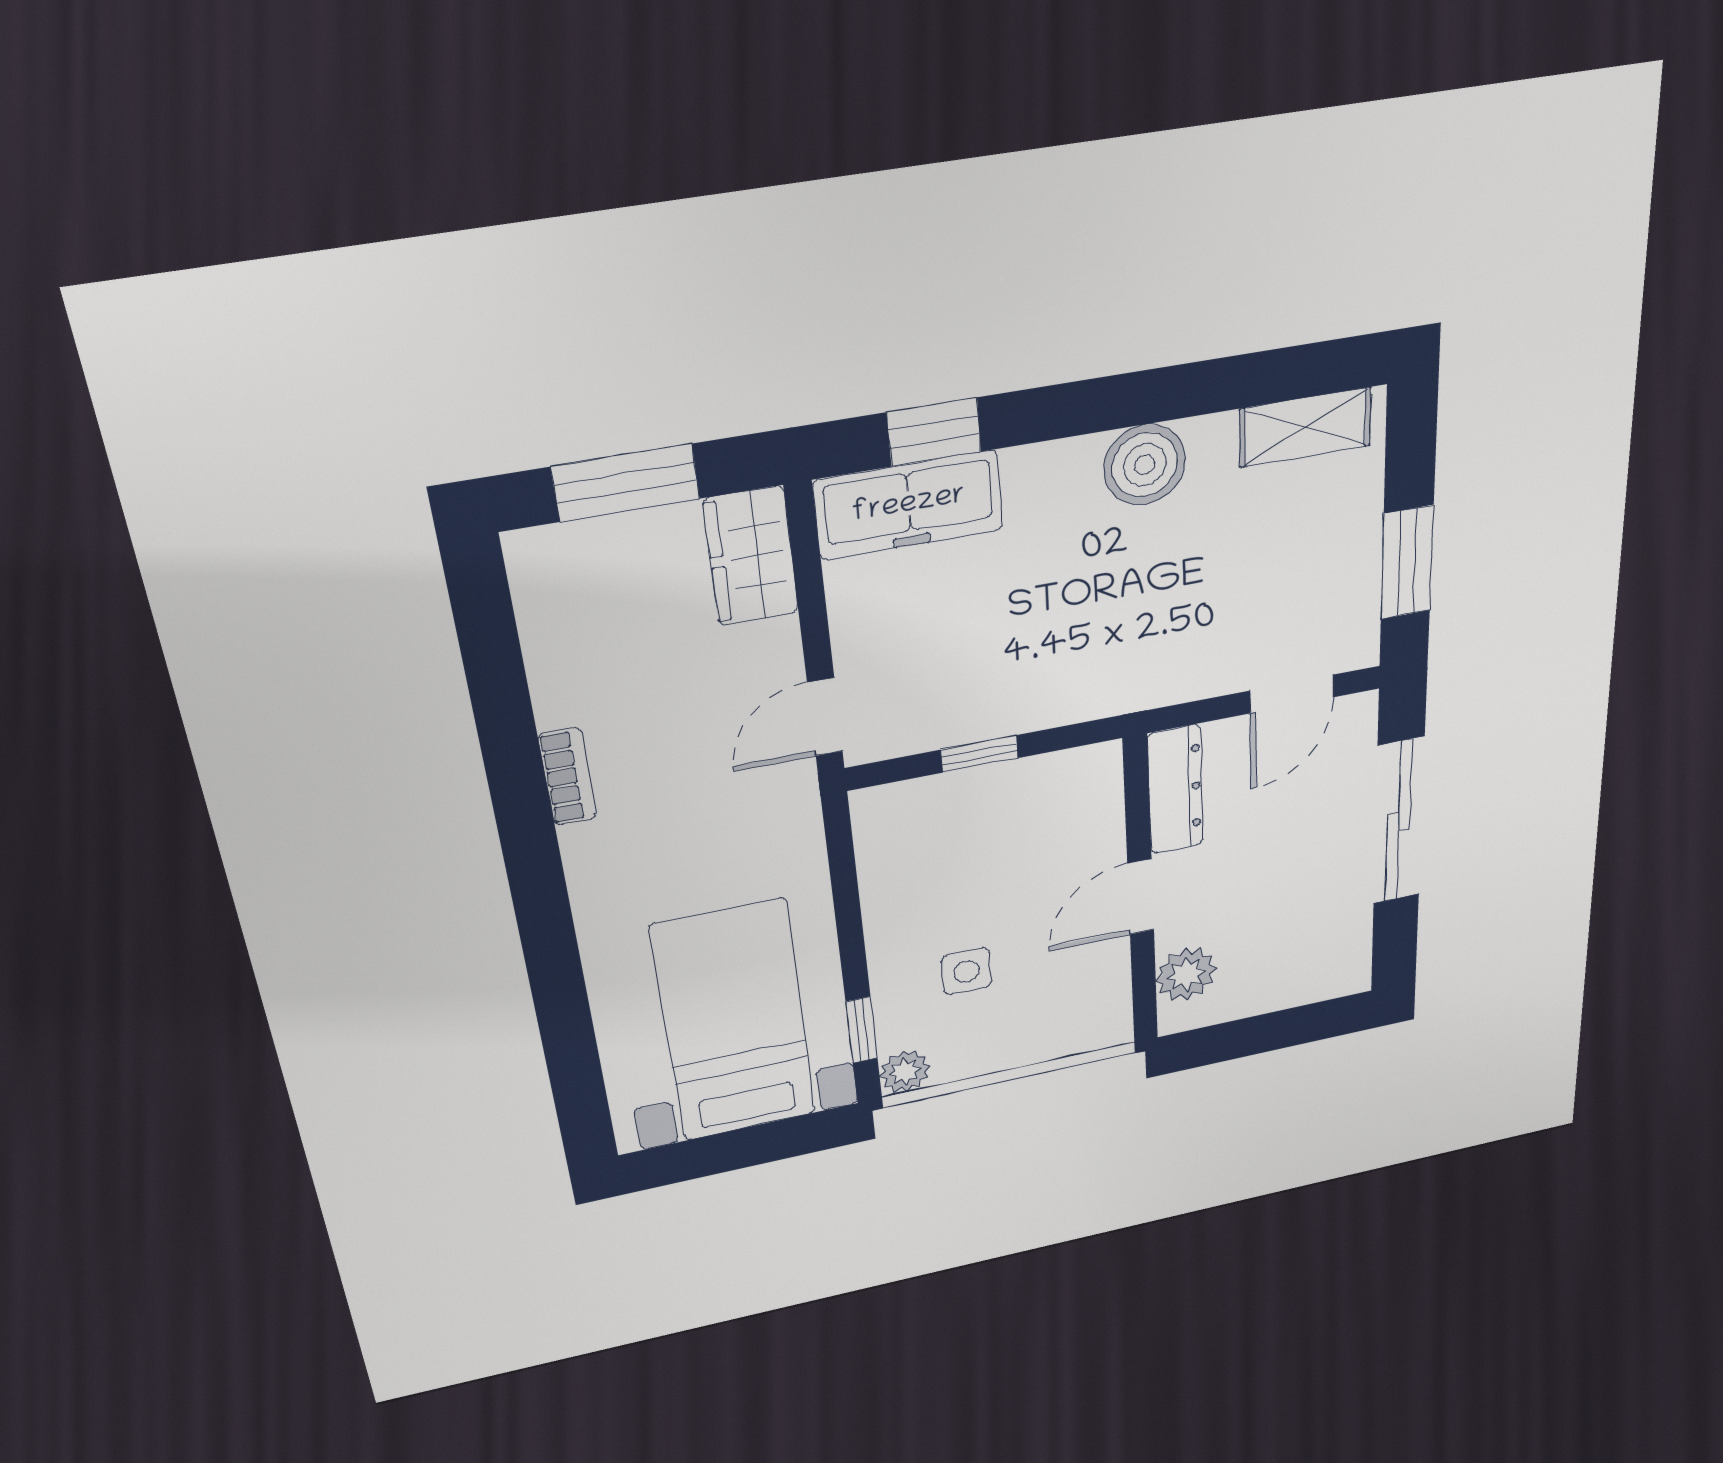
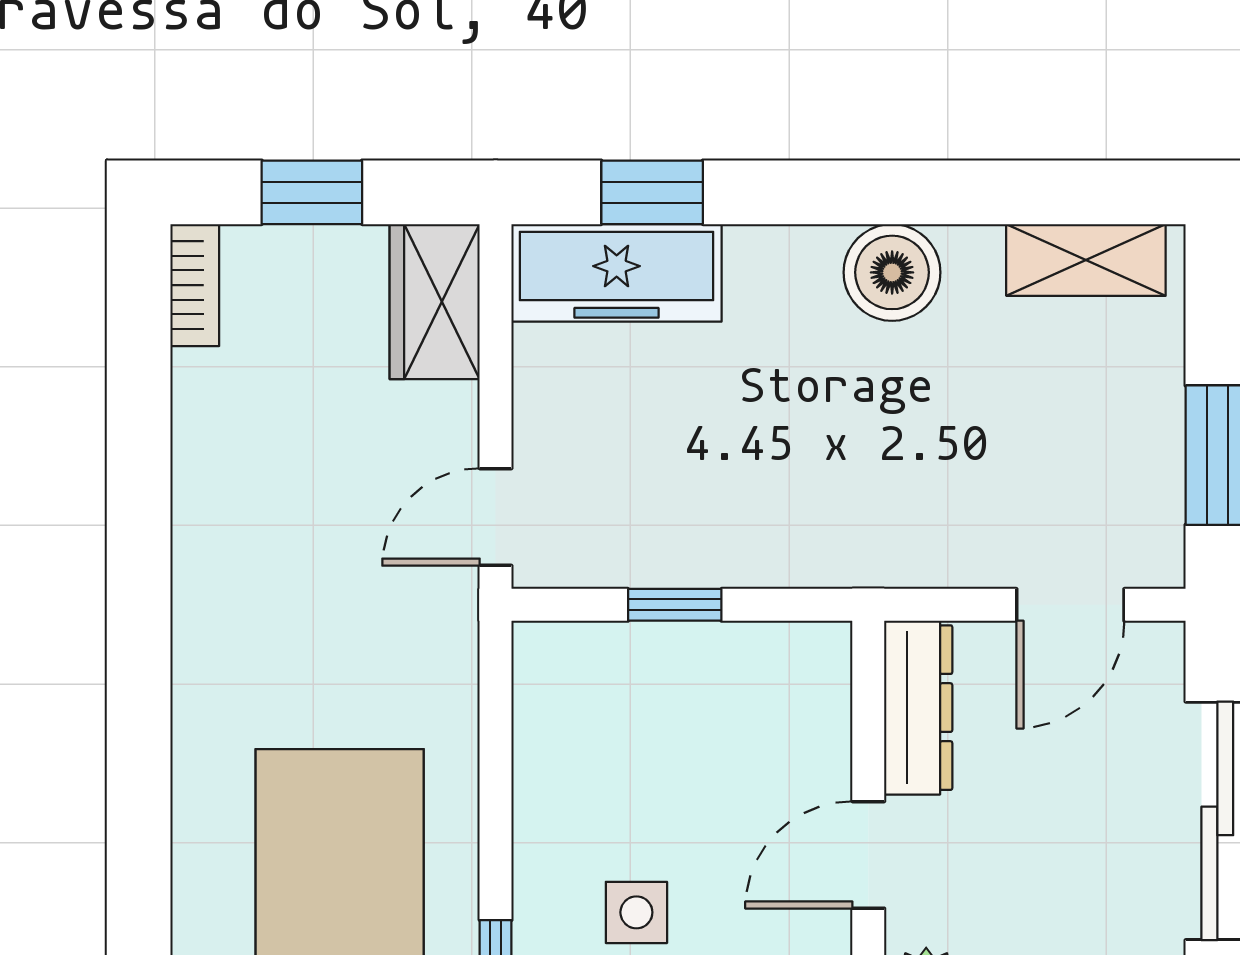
window: (626, 483) -> (312, 192), width x0.67
bookcase: (567, 777) -> (195, 285), moved

